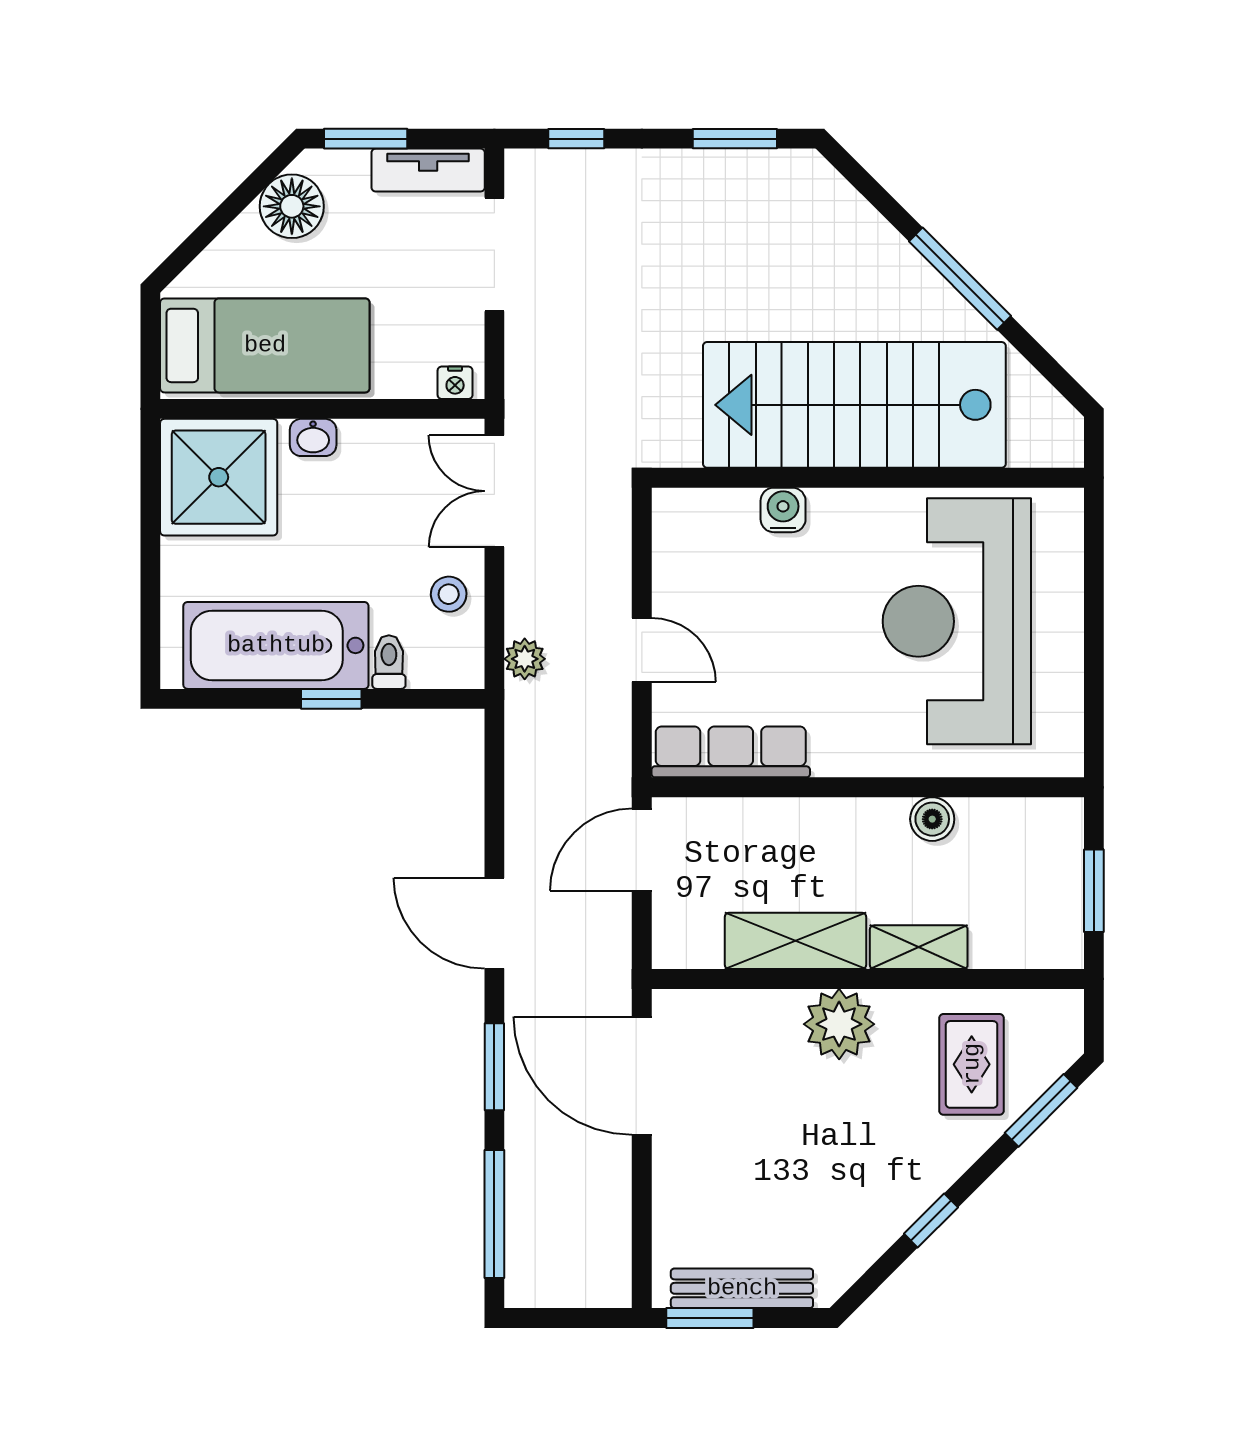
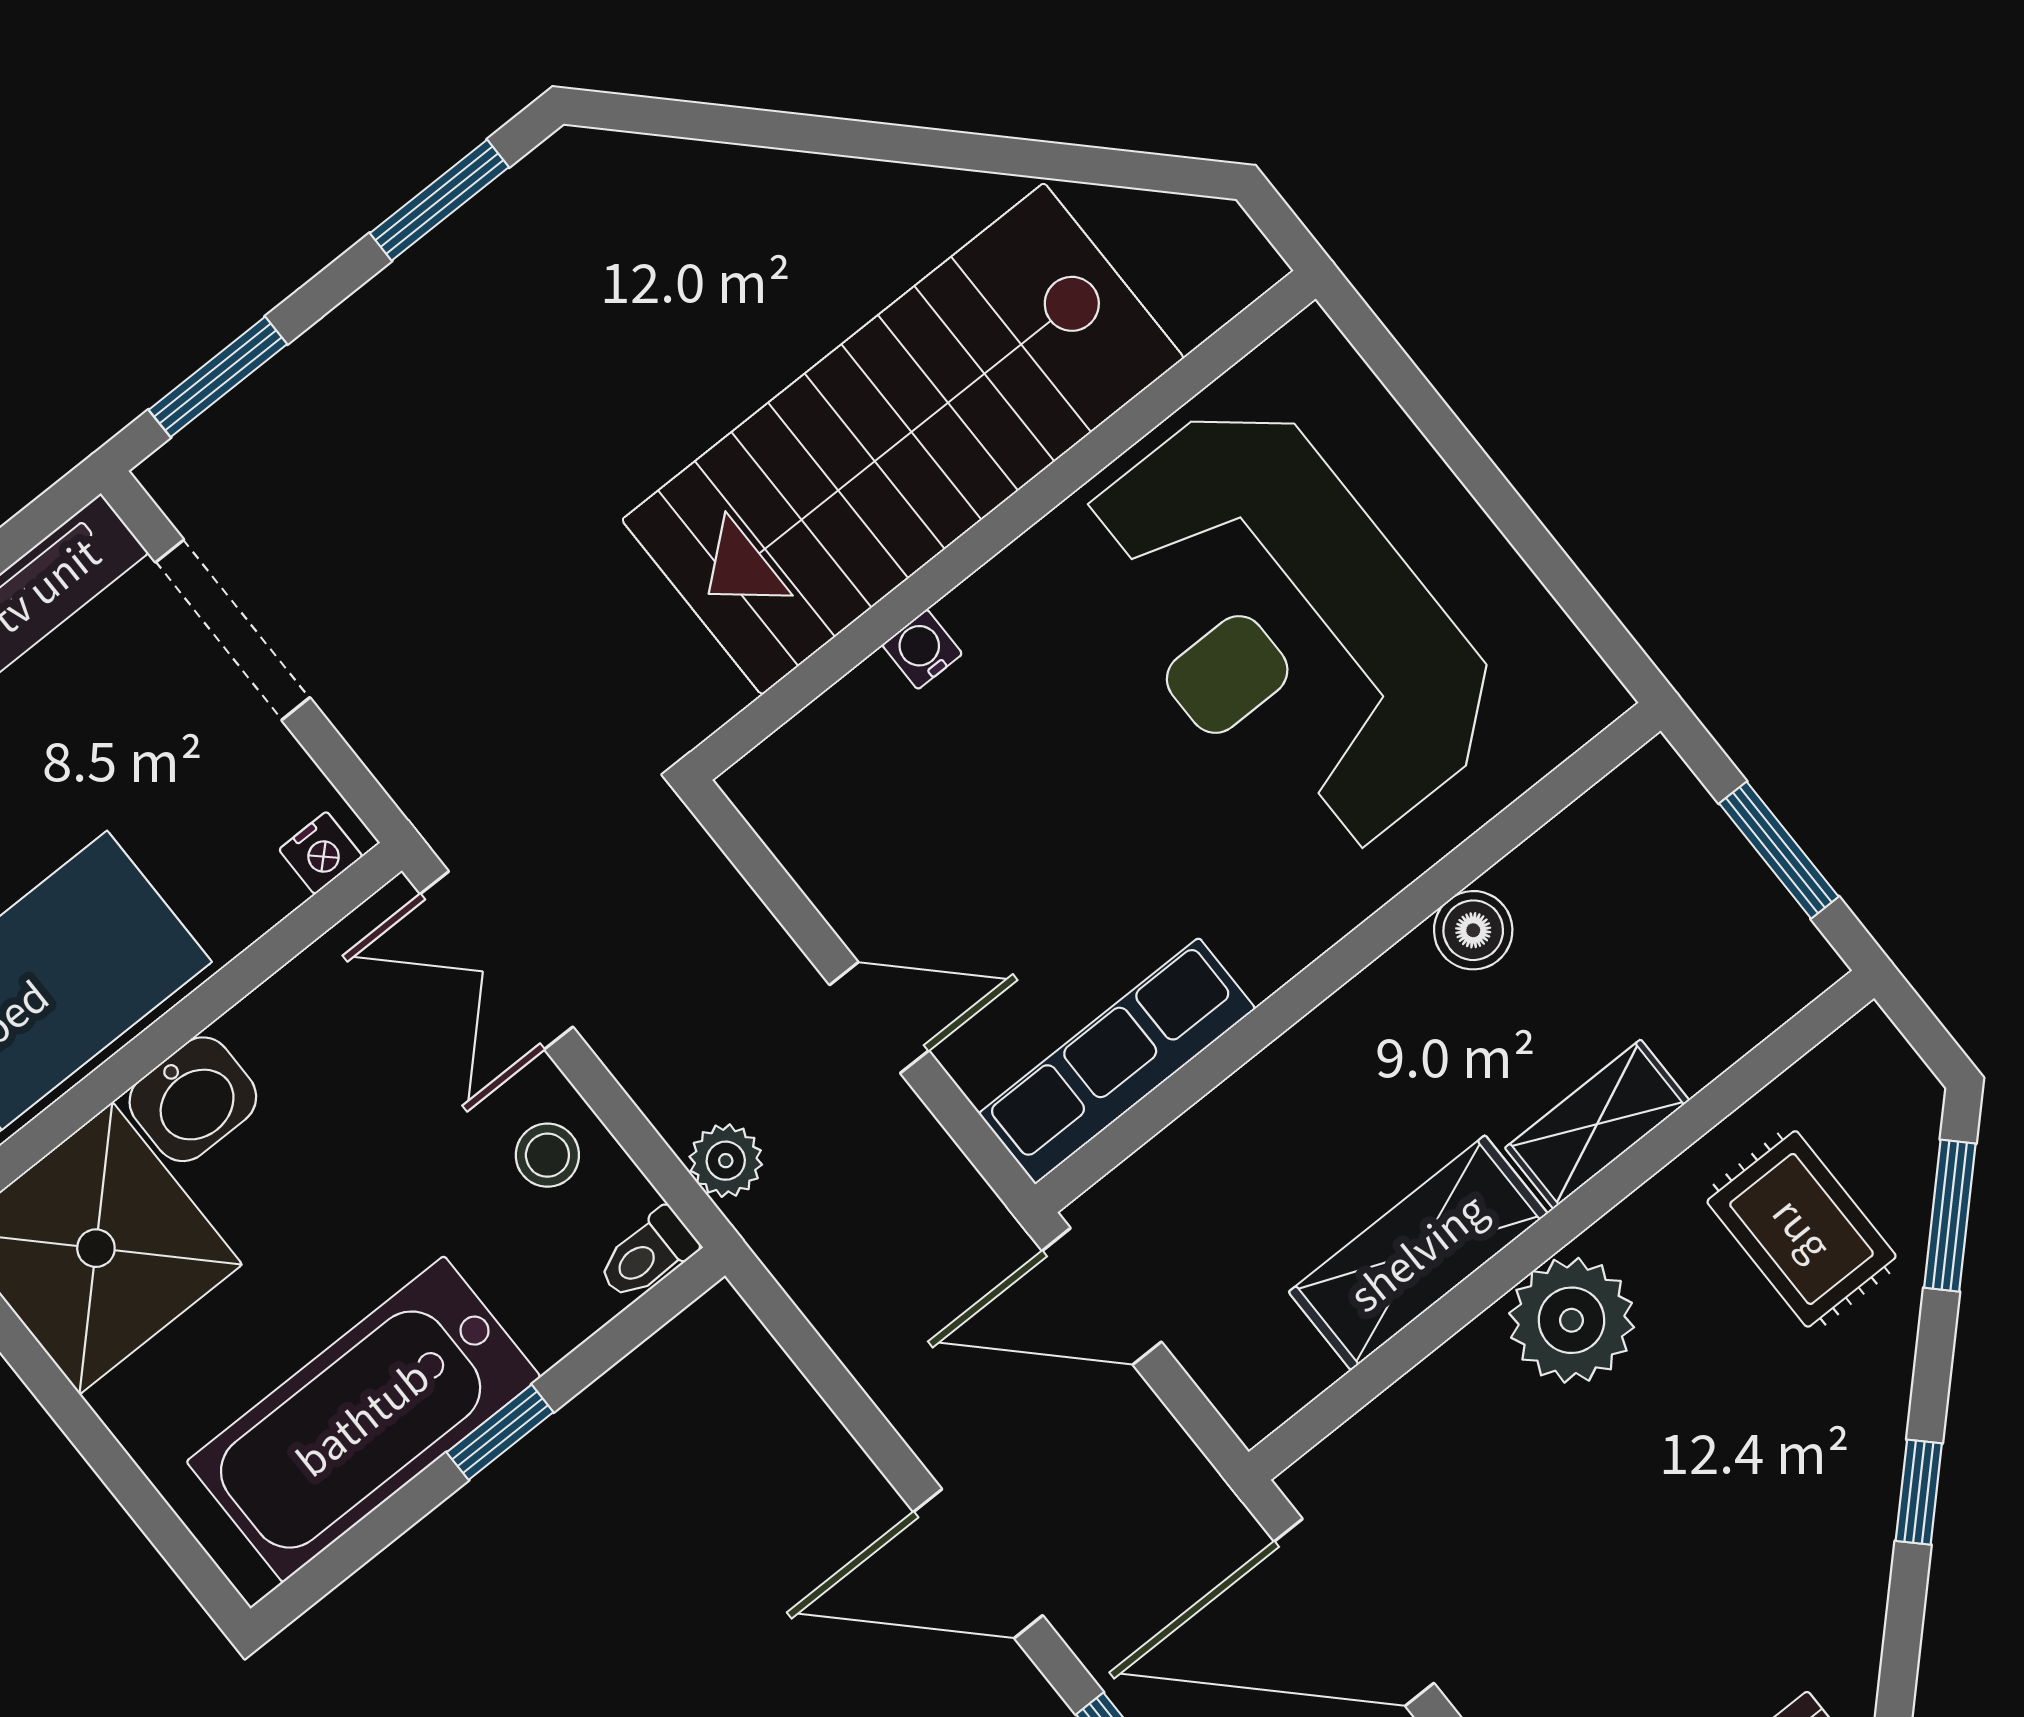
window: (576, 139) -> (218, 377), width x1.50
window: (960, 279) -> (910, 145), removed
washbasin: (313, 437) -> (193, 1099), width x1.38, depth x1.45
water cooler: (783, 510) -> (922, 649), width x0.72, depth x0.72
toilet: (389, 662) -> (647, 1254), moved, turned -90
door: (642, 850) -> (1102, 1296), hinge flipped

